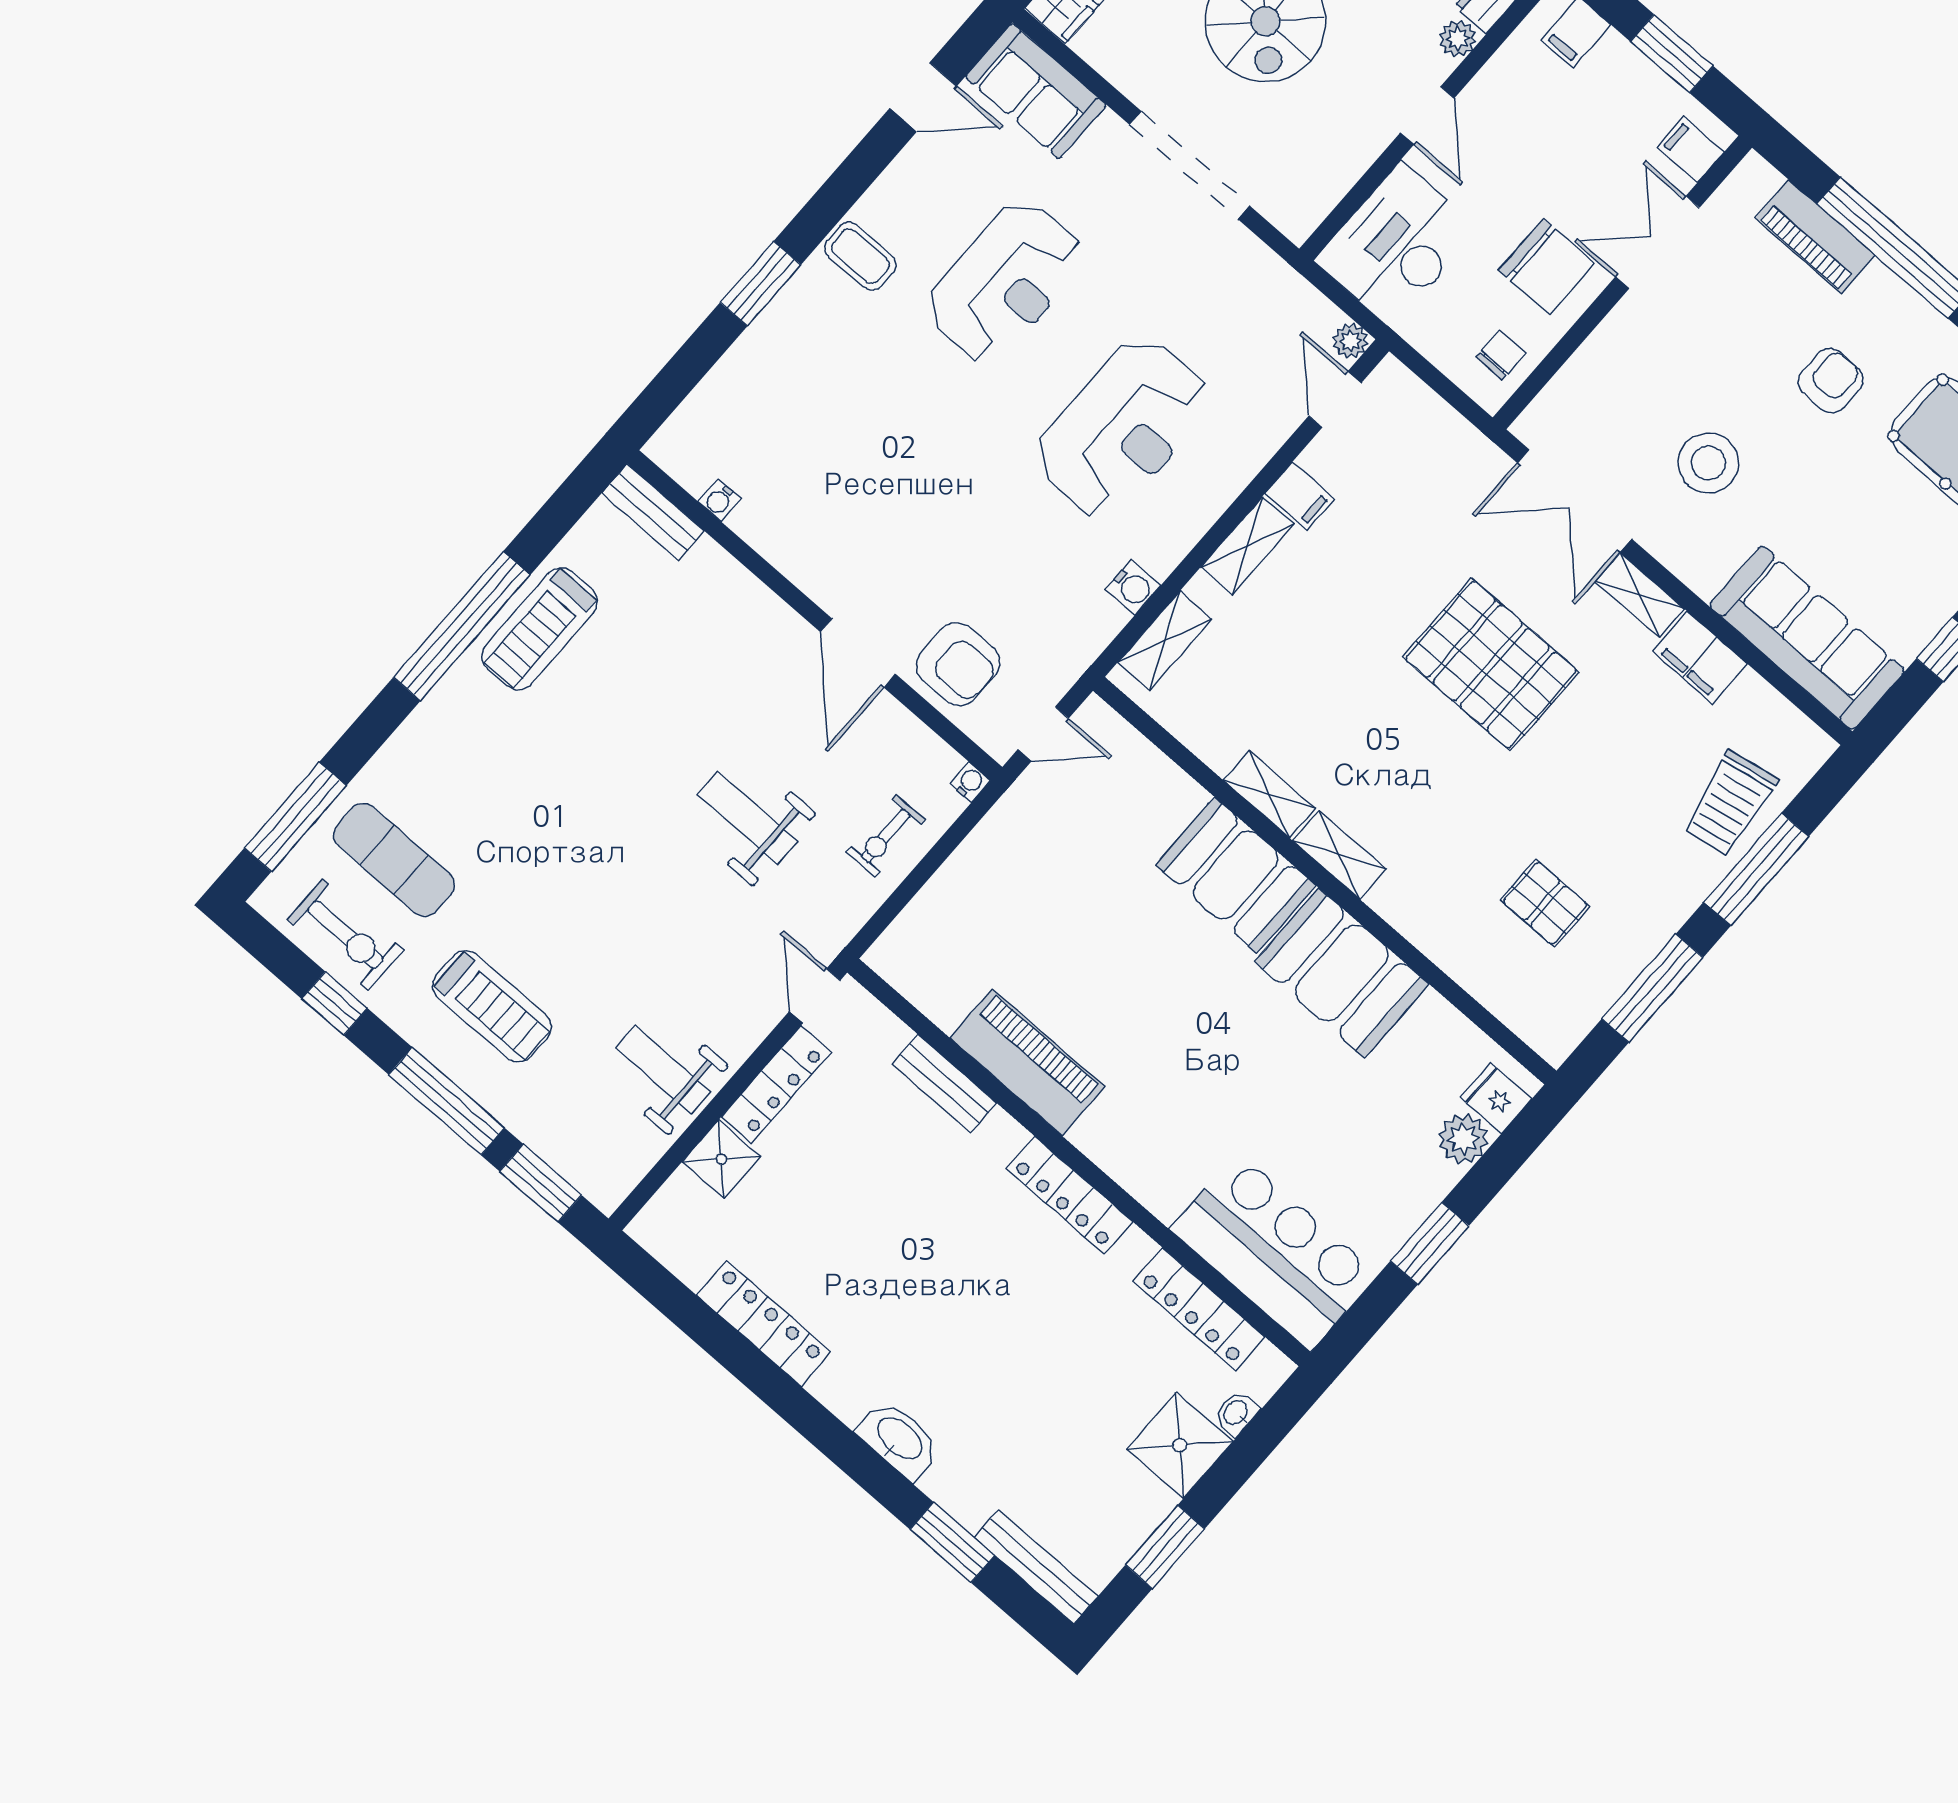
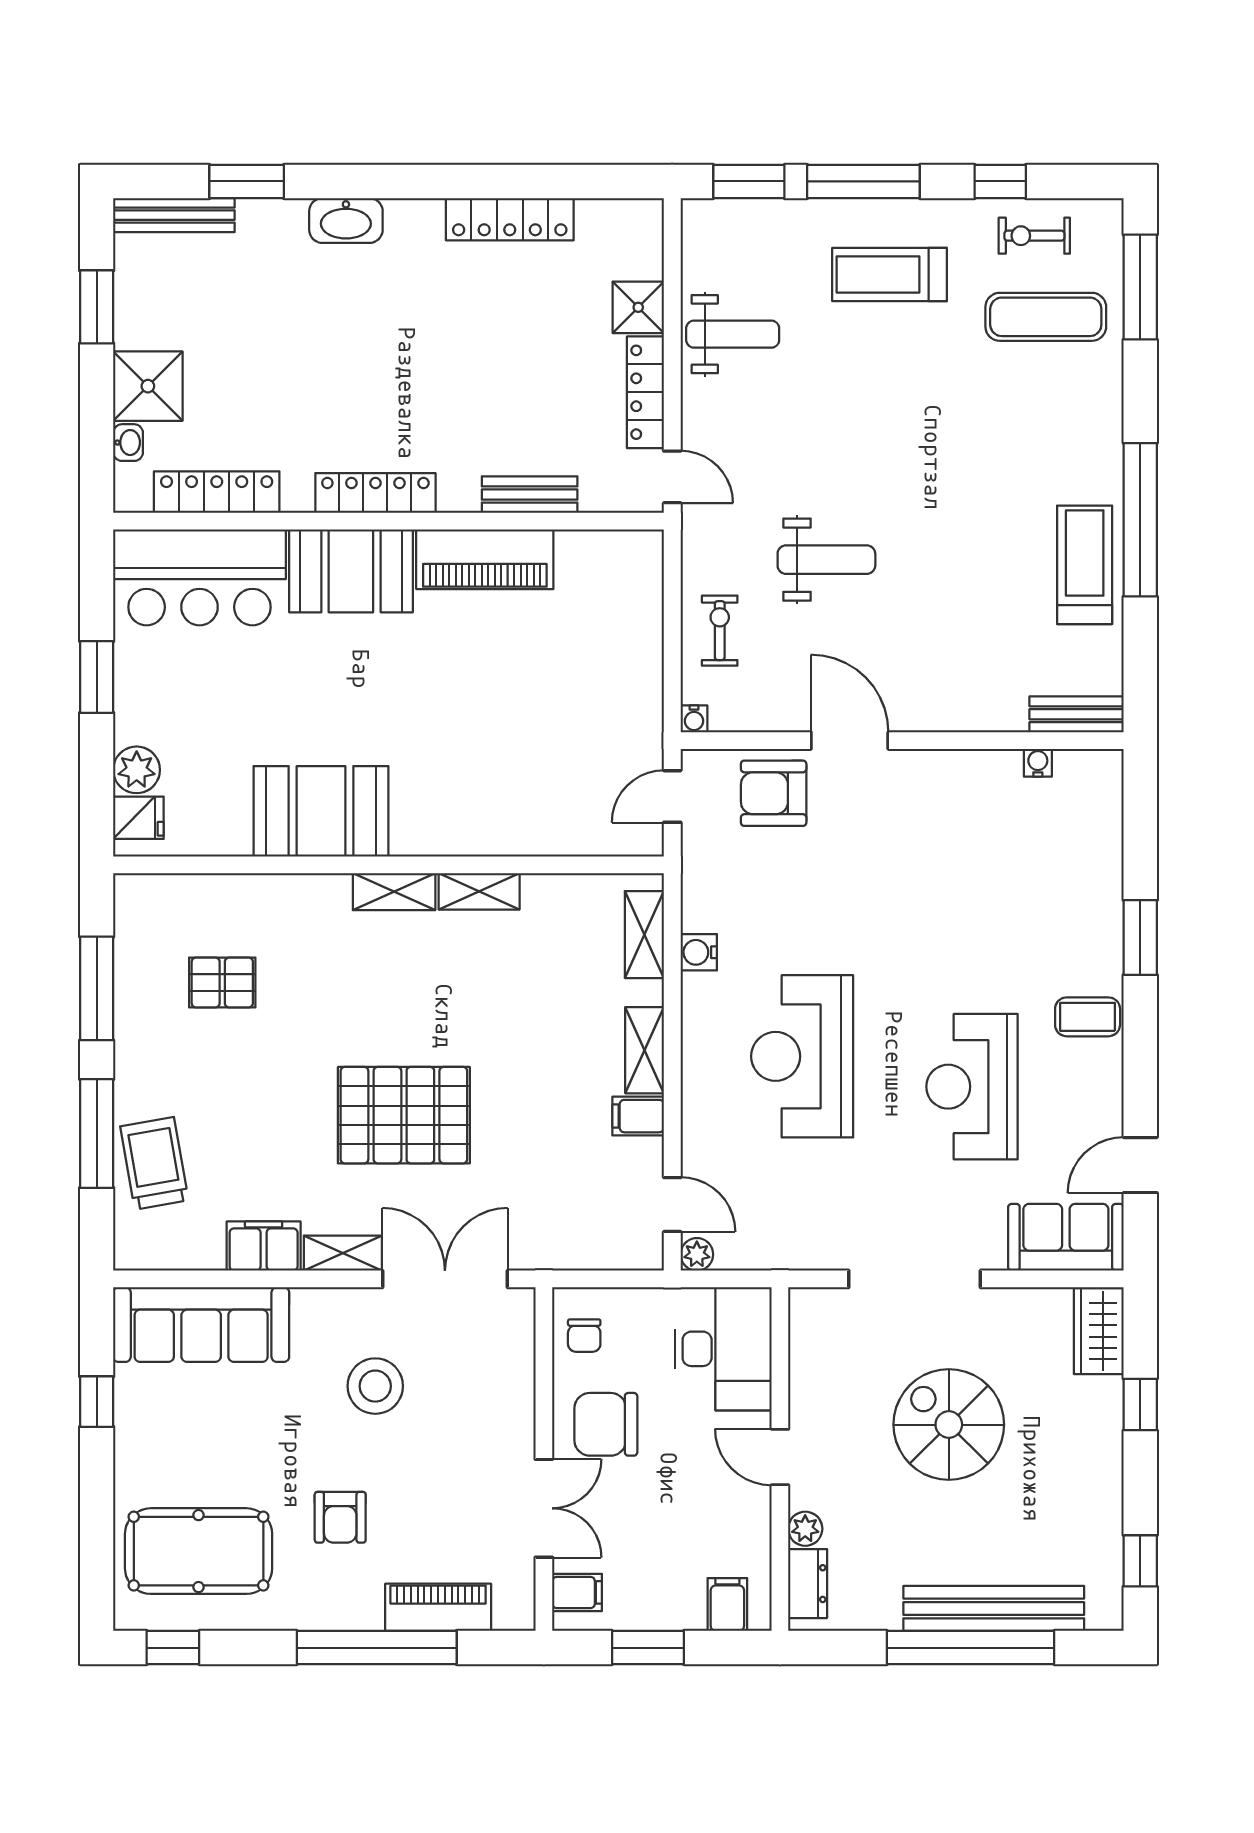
booth: (1236, 875) -> (351, 571), moved
exercise bike: (345, 935) -> (1034, 236), width x0.73, depth x0.72

